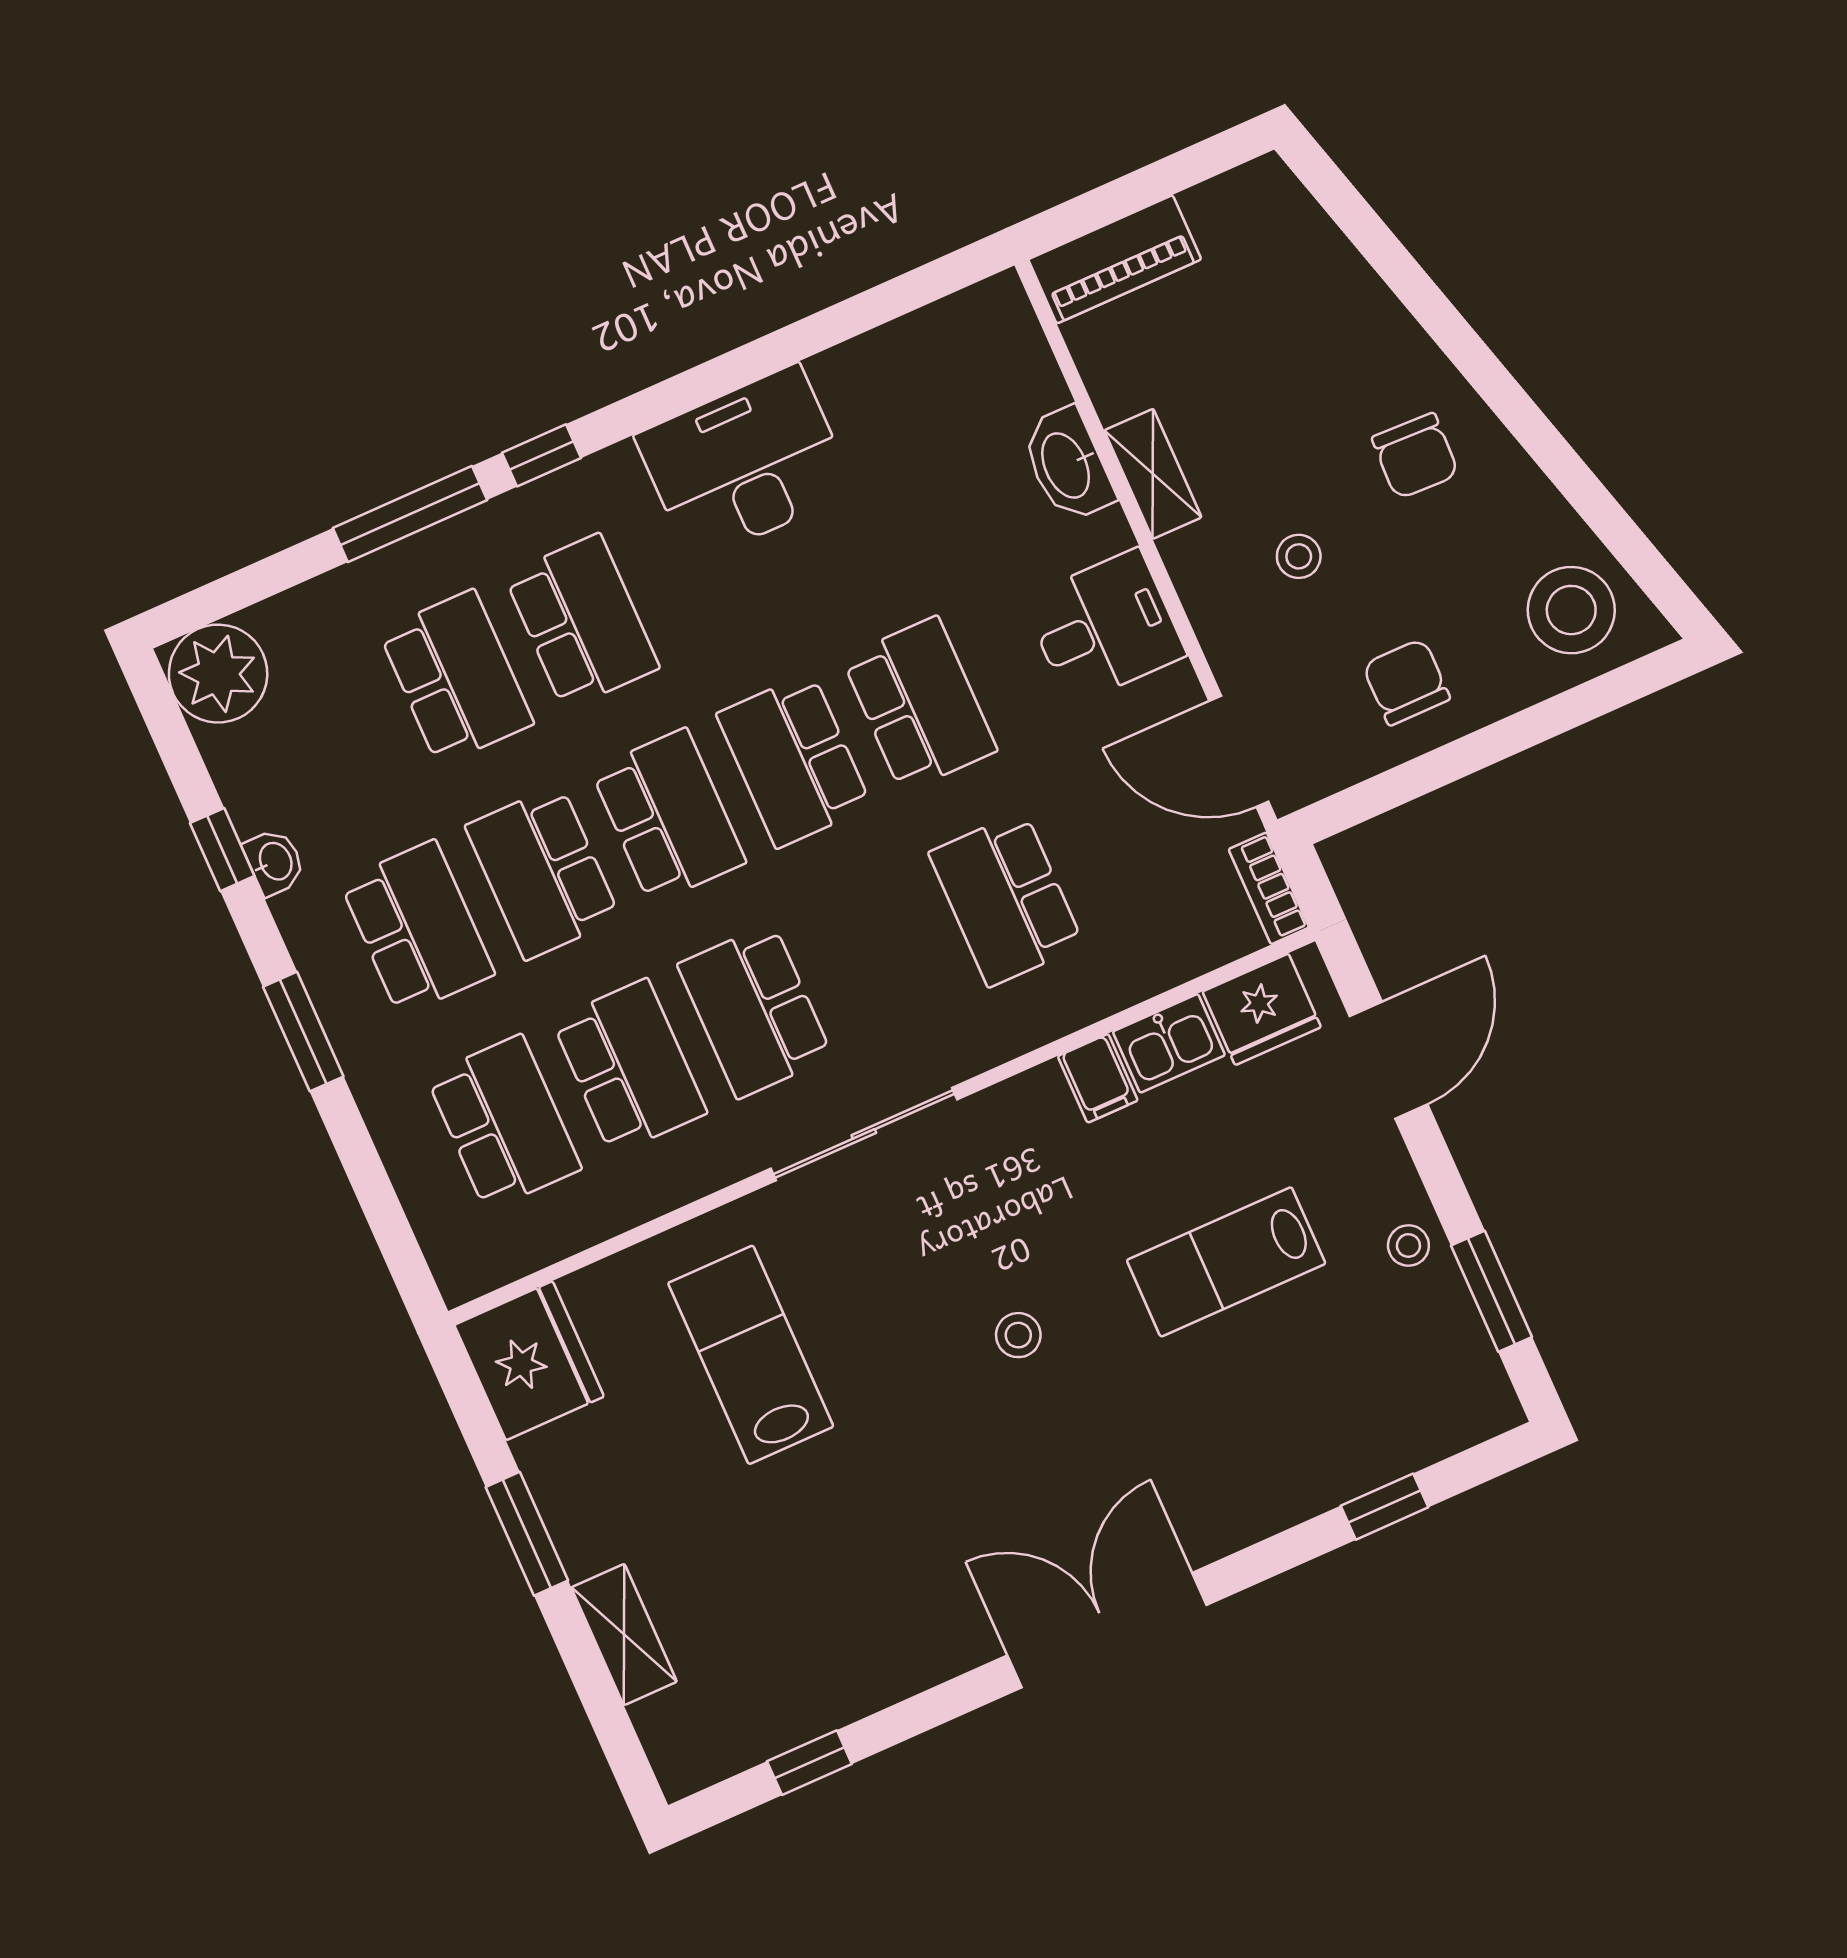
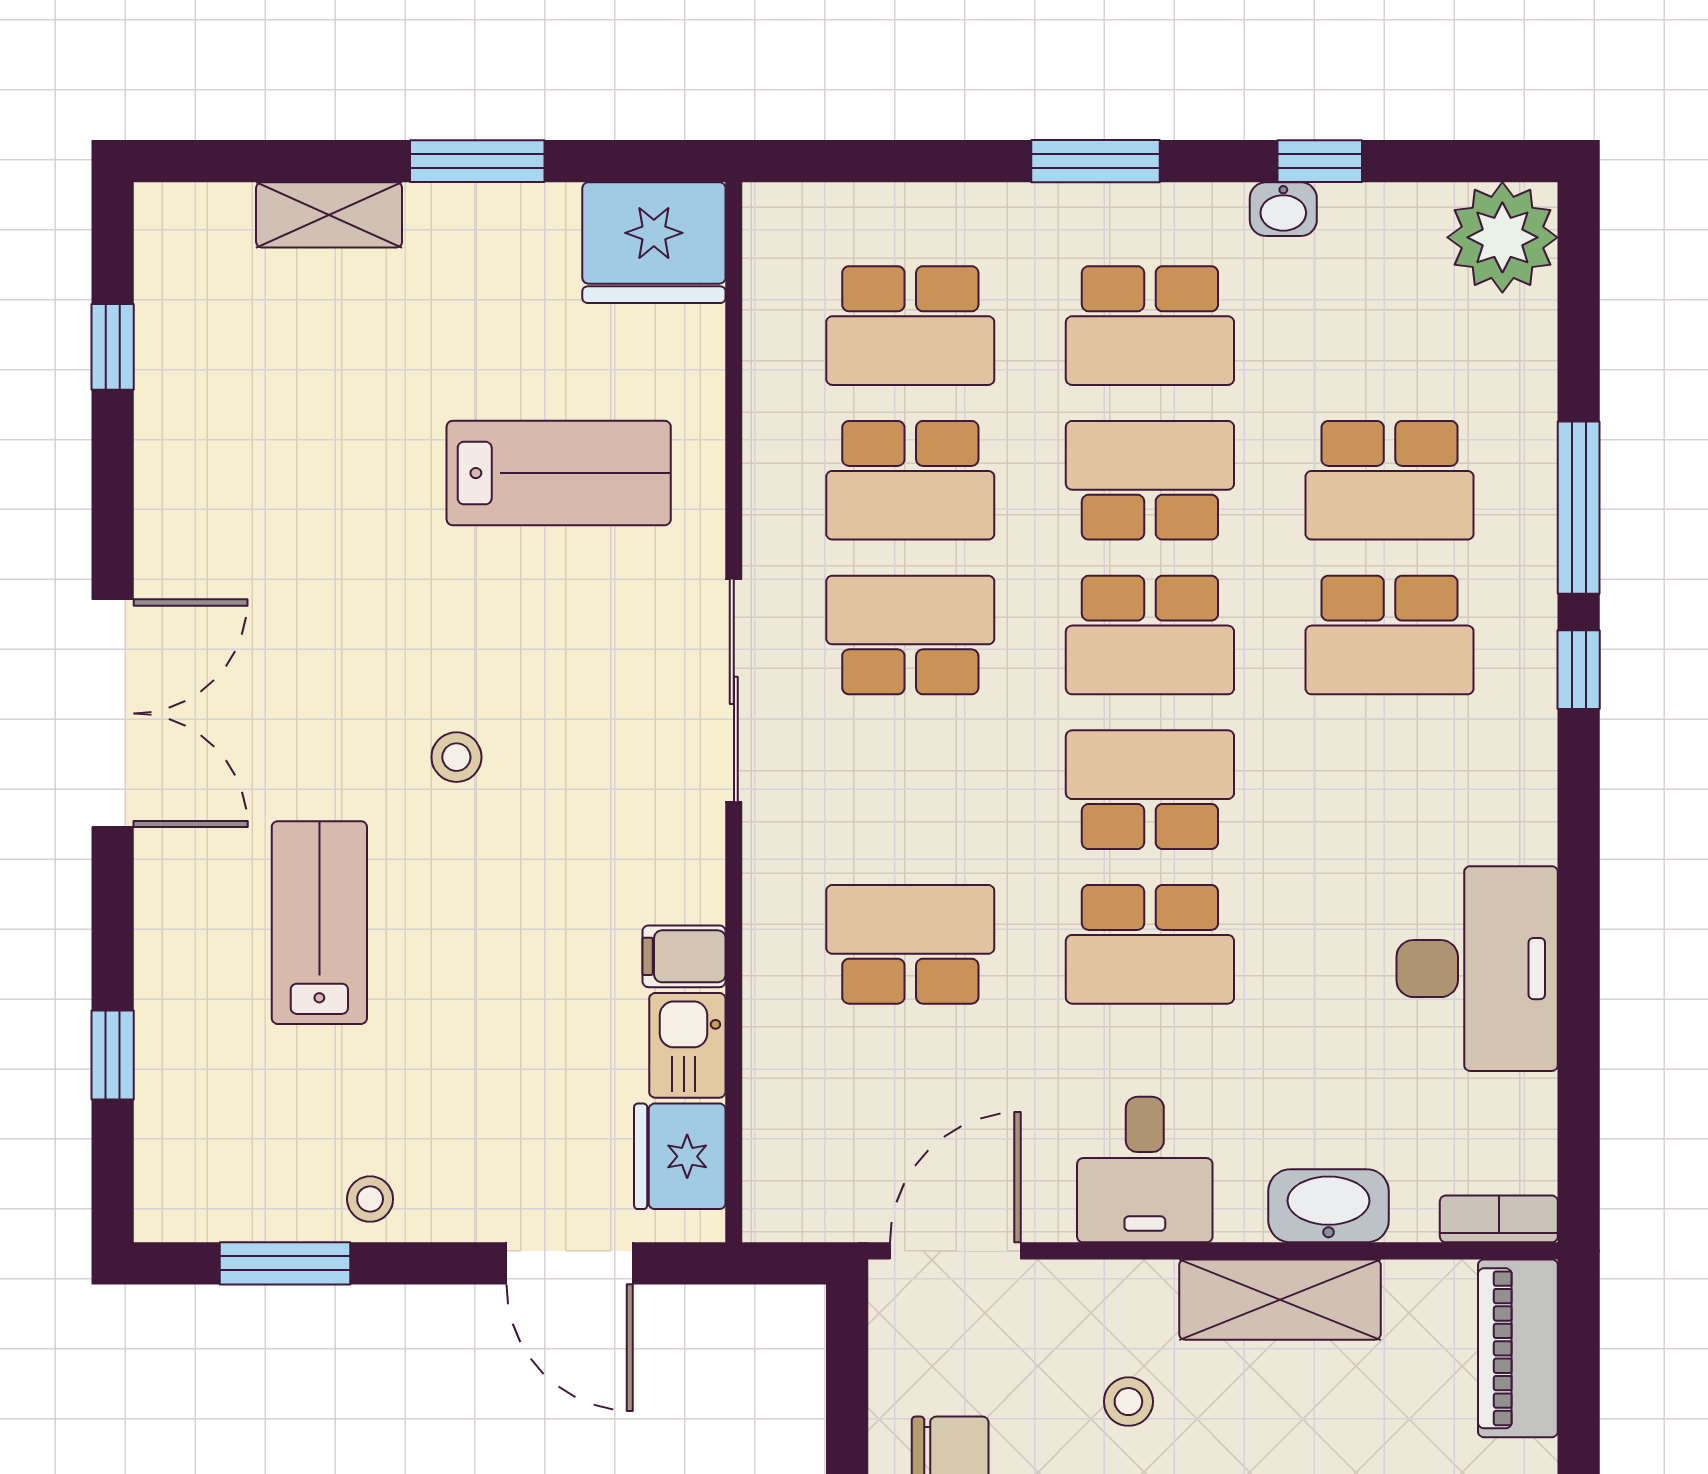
desk: (745, 464) -> (1477, 969), moved
shelving: (1153, 474) -> (1280, 1300), width x1.50, depth x1.33
bookcase: (1269, 888) -> (1499, 1219), moved
lab bench: (1226, 1262) -> (319, 923), moved

